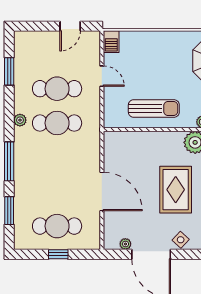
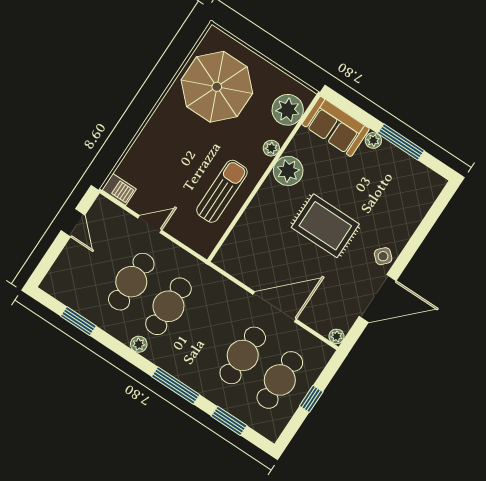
cafe table: (57, 192) -> (243, 355), added
plant: (125, 244) -> (337, 336), moved

